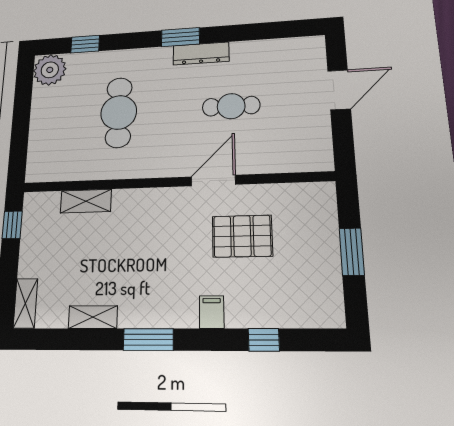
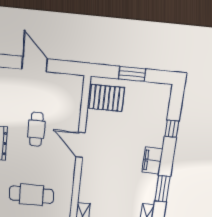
pallet: (242, 236) -> (107, 98), moved, turned 90
filing cabinet: (212, 312) -> (152, 161), width x2.00

